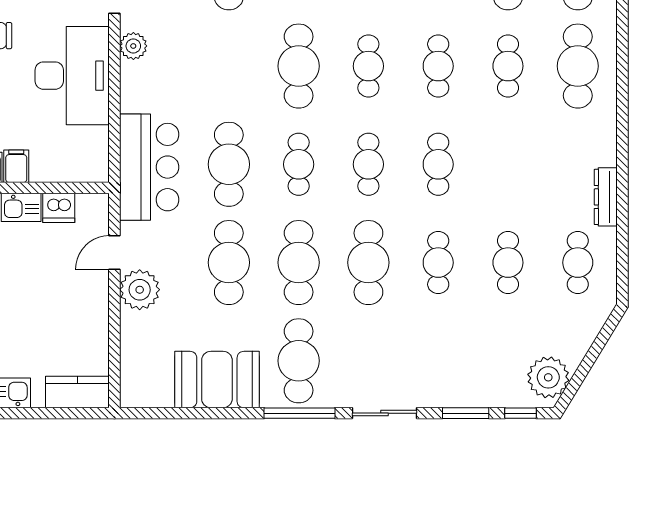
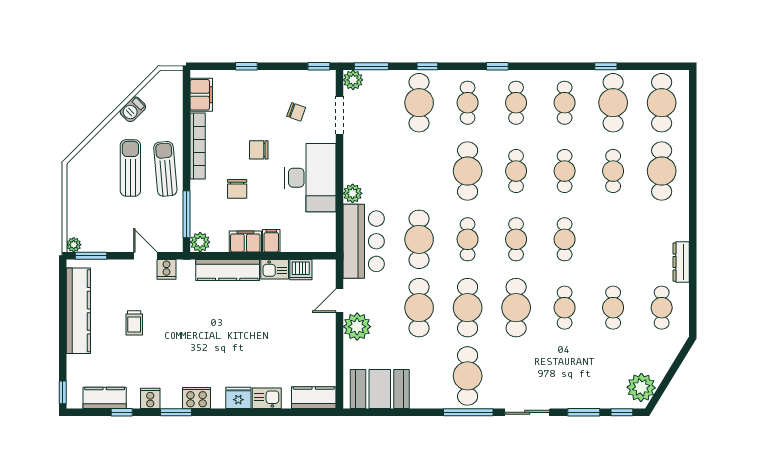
plant: (133, 46) -> (353, 193), moved
booth: (217, 380) -> (380, 389), moved

